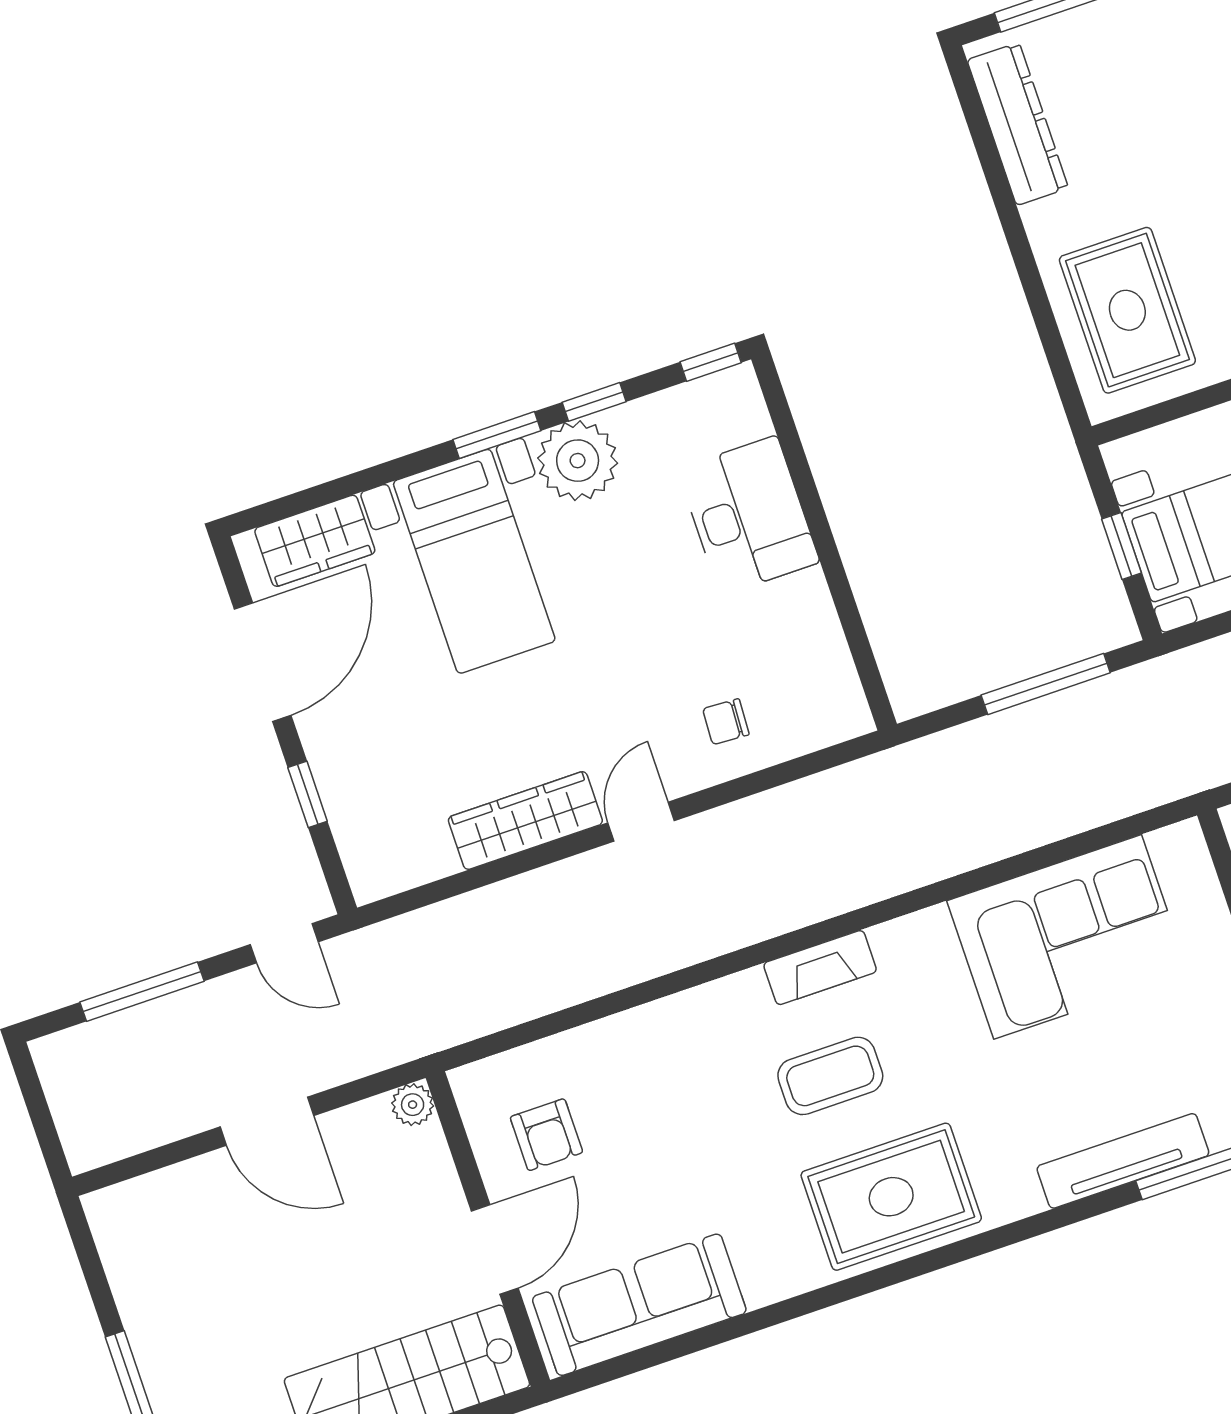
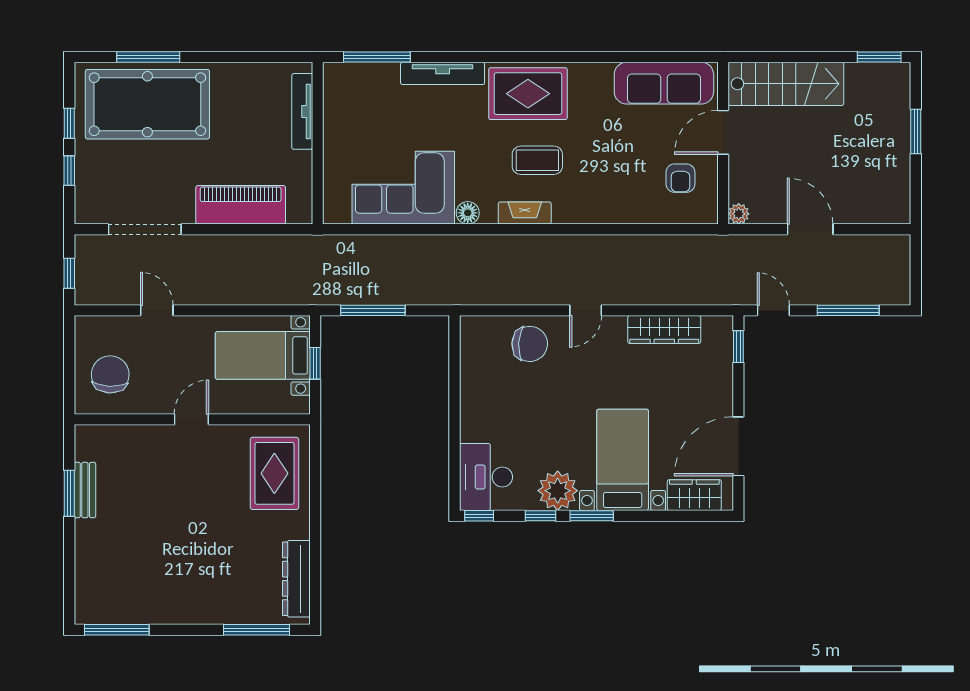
desk: (748, 516) -> (486, 477), moved
chair: (726, 722) -> (530, 344), width x1.87, depth x1.87
window: (308, 794) -> (738, 347), moved
wardrobe: (525, 821) -> (664, 330), moved
floor lamp: (929, 931) -> (468, 213), added
armchair: (546, 1135) -> (680, 178), turned 180
tv unit: (1123, 1161) -> (443, 73), moved

